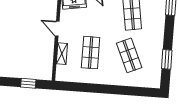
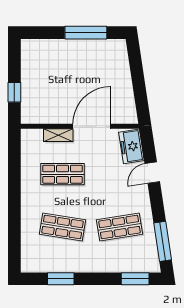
door: (57, 29) -> (92, 126), width x1.88
shop shelf: (129, 55) -> (63, 227), turned 33

